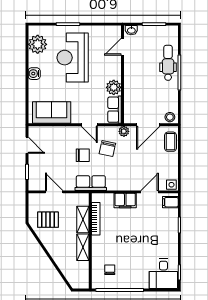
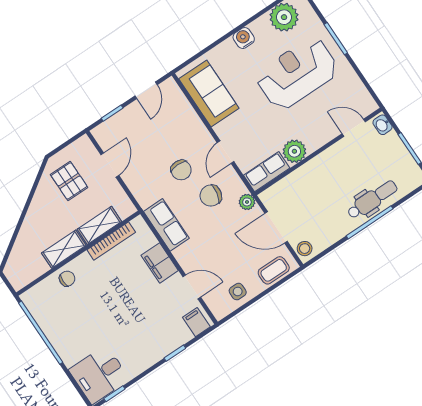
row of seats: (91, 183) -> (166, 225), moved
side table: (171, 185) -> (238, 292), moved
chair: (110, 270) -> (67, 279), moved

